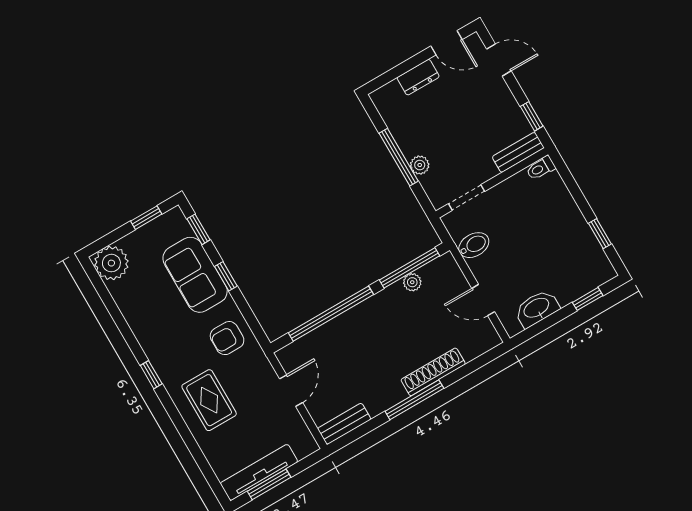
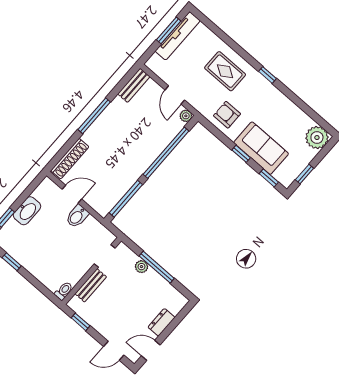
bench: (518, 152) -> (91, 285), moved
bidet: (474, 245) -> (77, 216), moved
plant: (412, 282) -> (186, 116), moved
washbasin: (537, 308) -> (27, 211), moved
armchair: (227, 338) -> (227, 115), turned -90
shoe rack: (433, 372) -> (70, 159), moved

